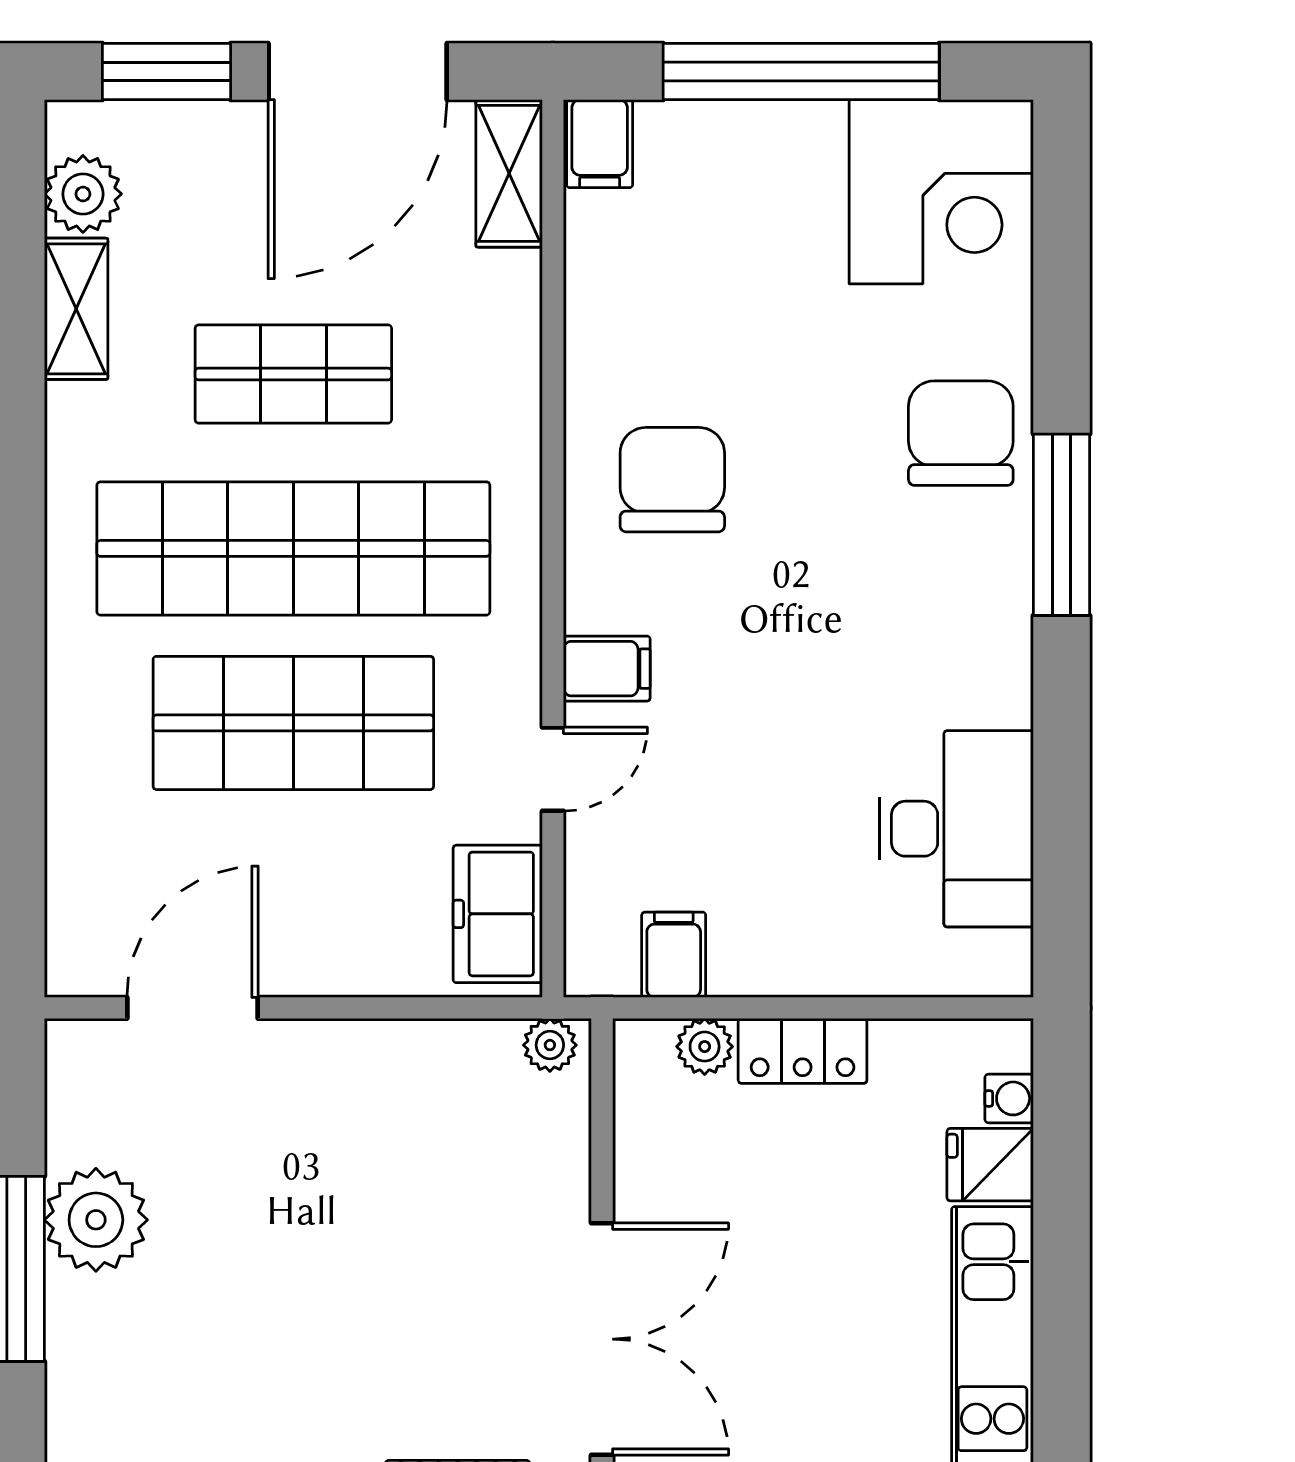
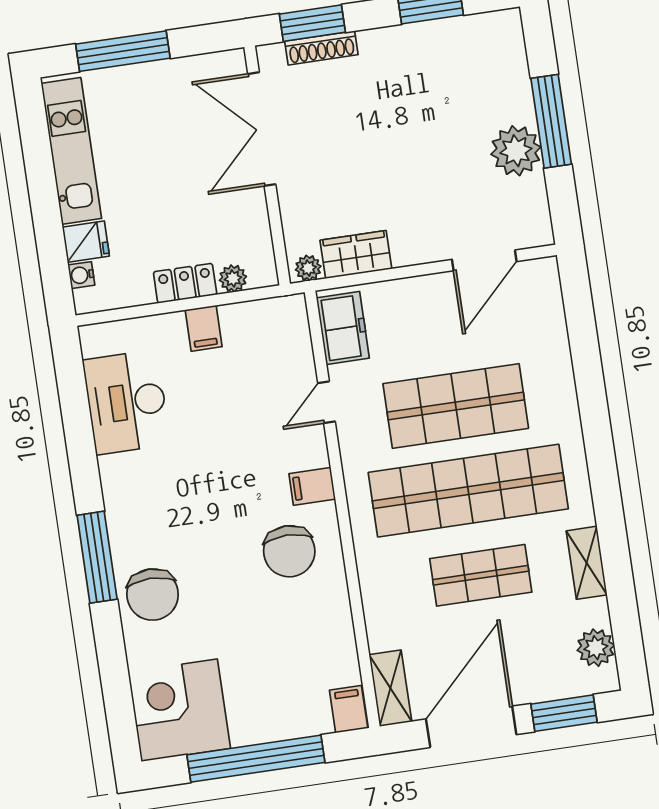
shelving: (76, 309) -> (587, 563), moved
filing cabinet: (607, 669) -> (312, 486), moved
filing cabinet: (674, 955) -> (204, 328), moved
wardrobe: (449, 1058) -> (356, 255), added

